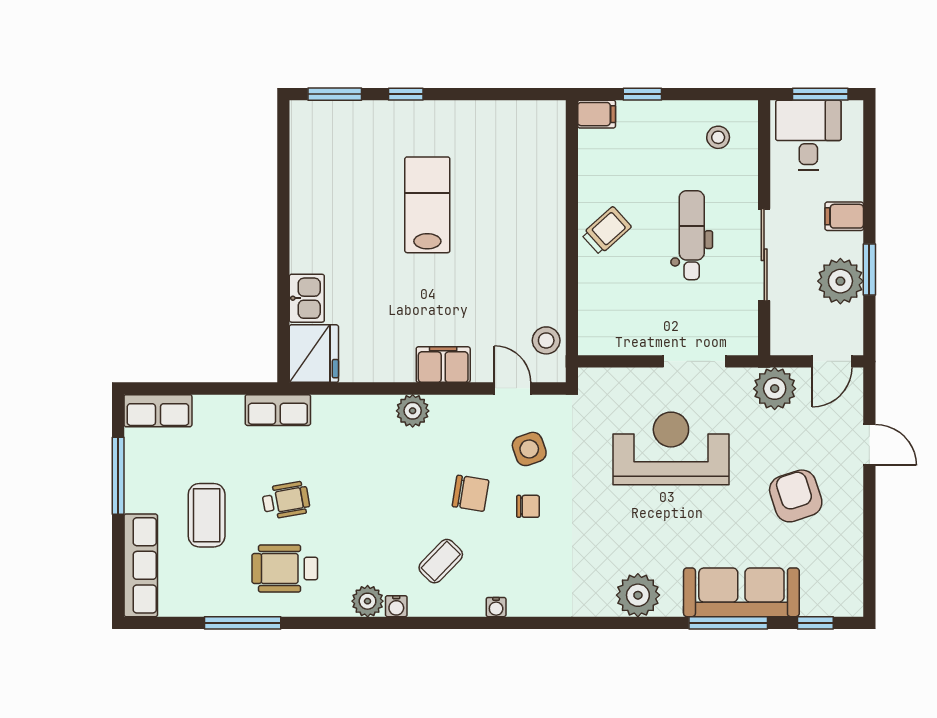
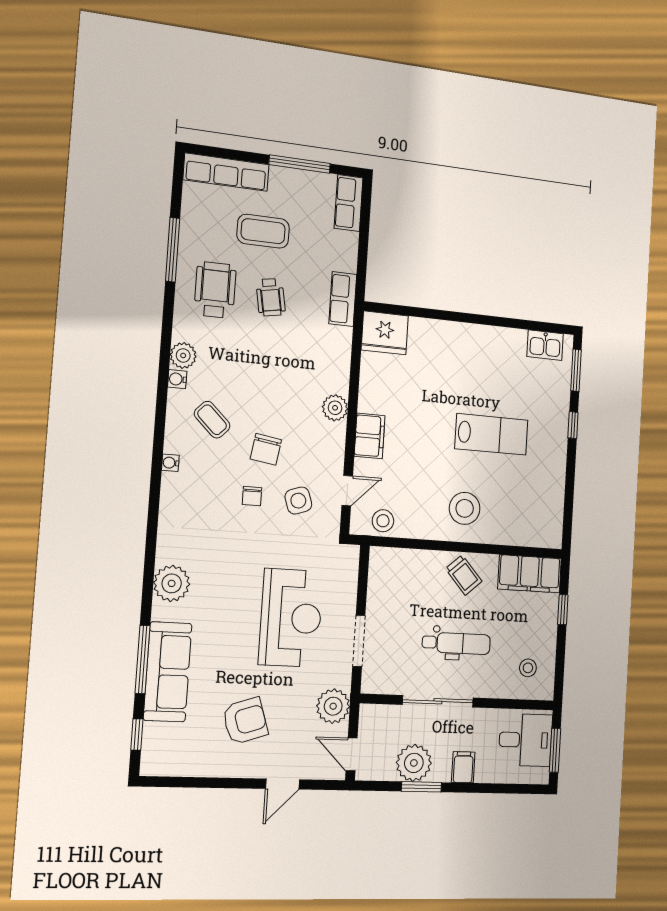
filing cabinet: (597, 114) -> (530, 574), width x3.00, depth x1.17
stool: (523, 235) -> (465, 508), added
kitchen sink: (307, 298) -> (545, 345), moved

